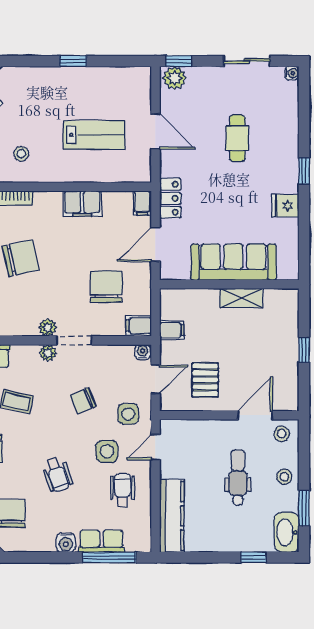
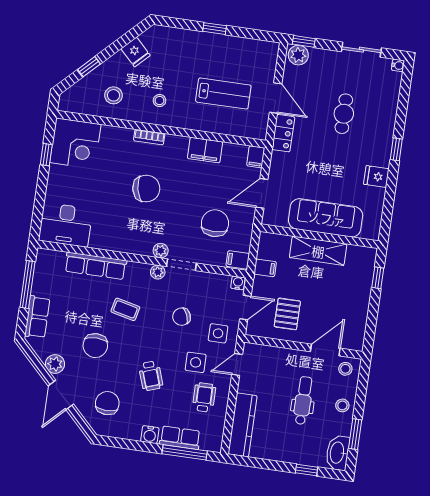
locker: (170, 198) -> (283, 133), moved
shelving: (241, 298) -> (318, 251), width x1.50, depth x1.33
window: (304, 350) -> (378, 278), moved

